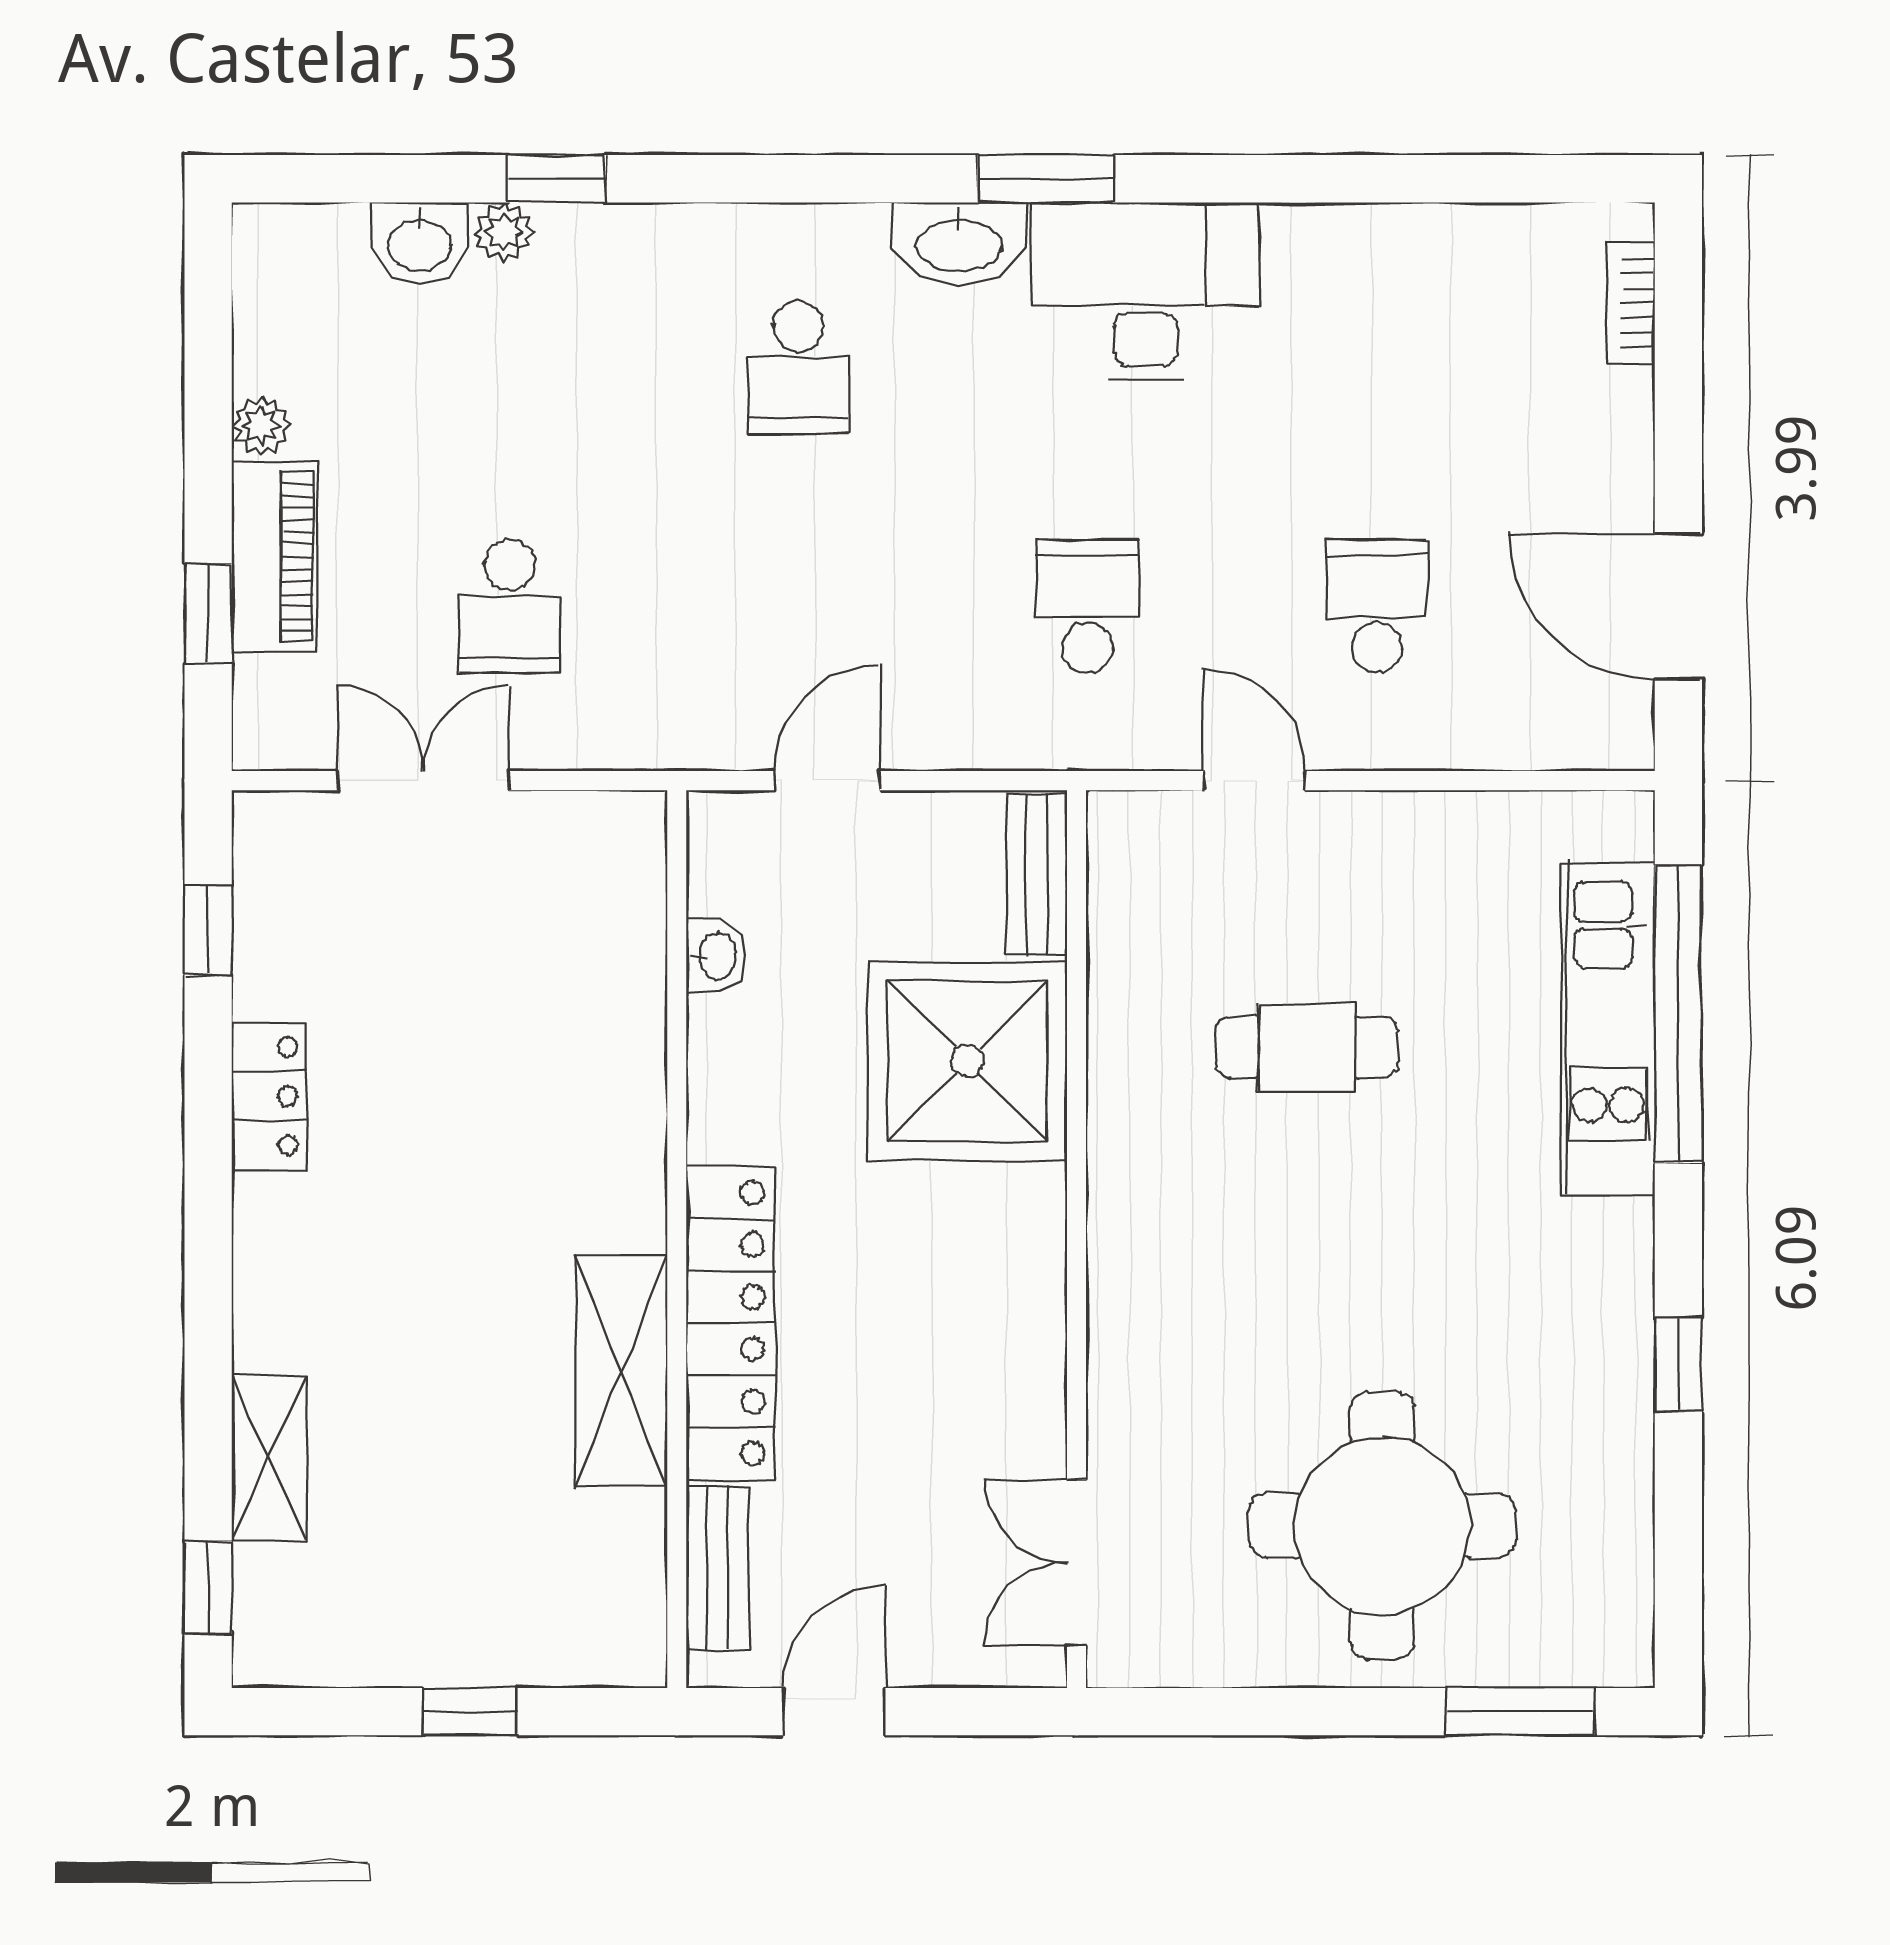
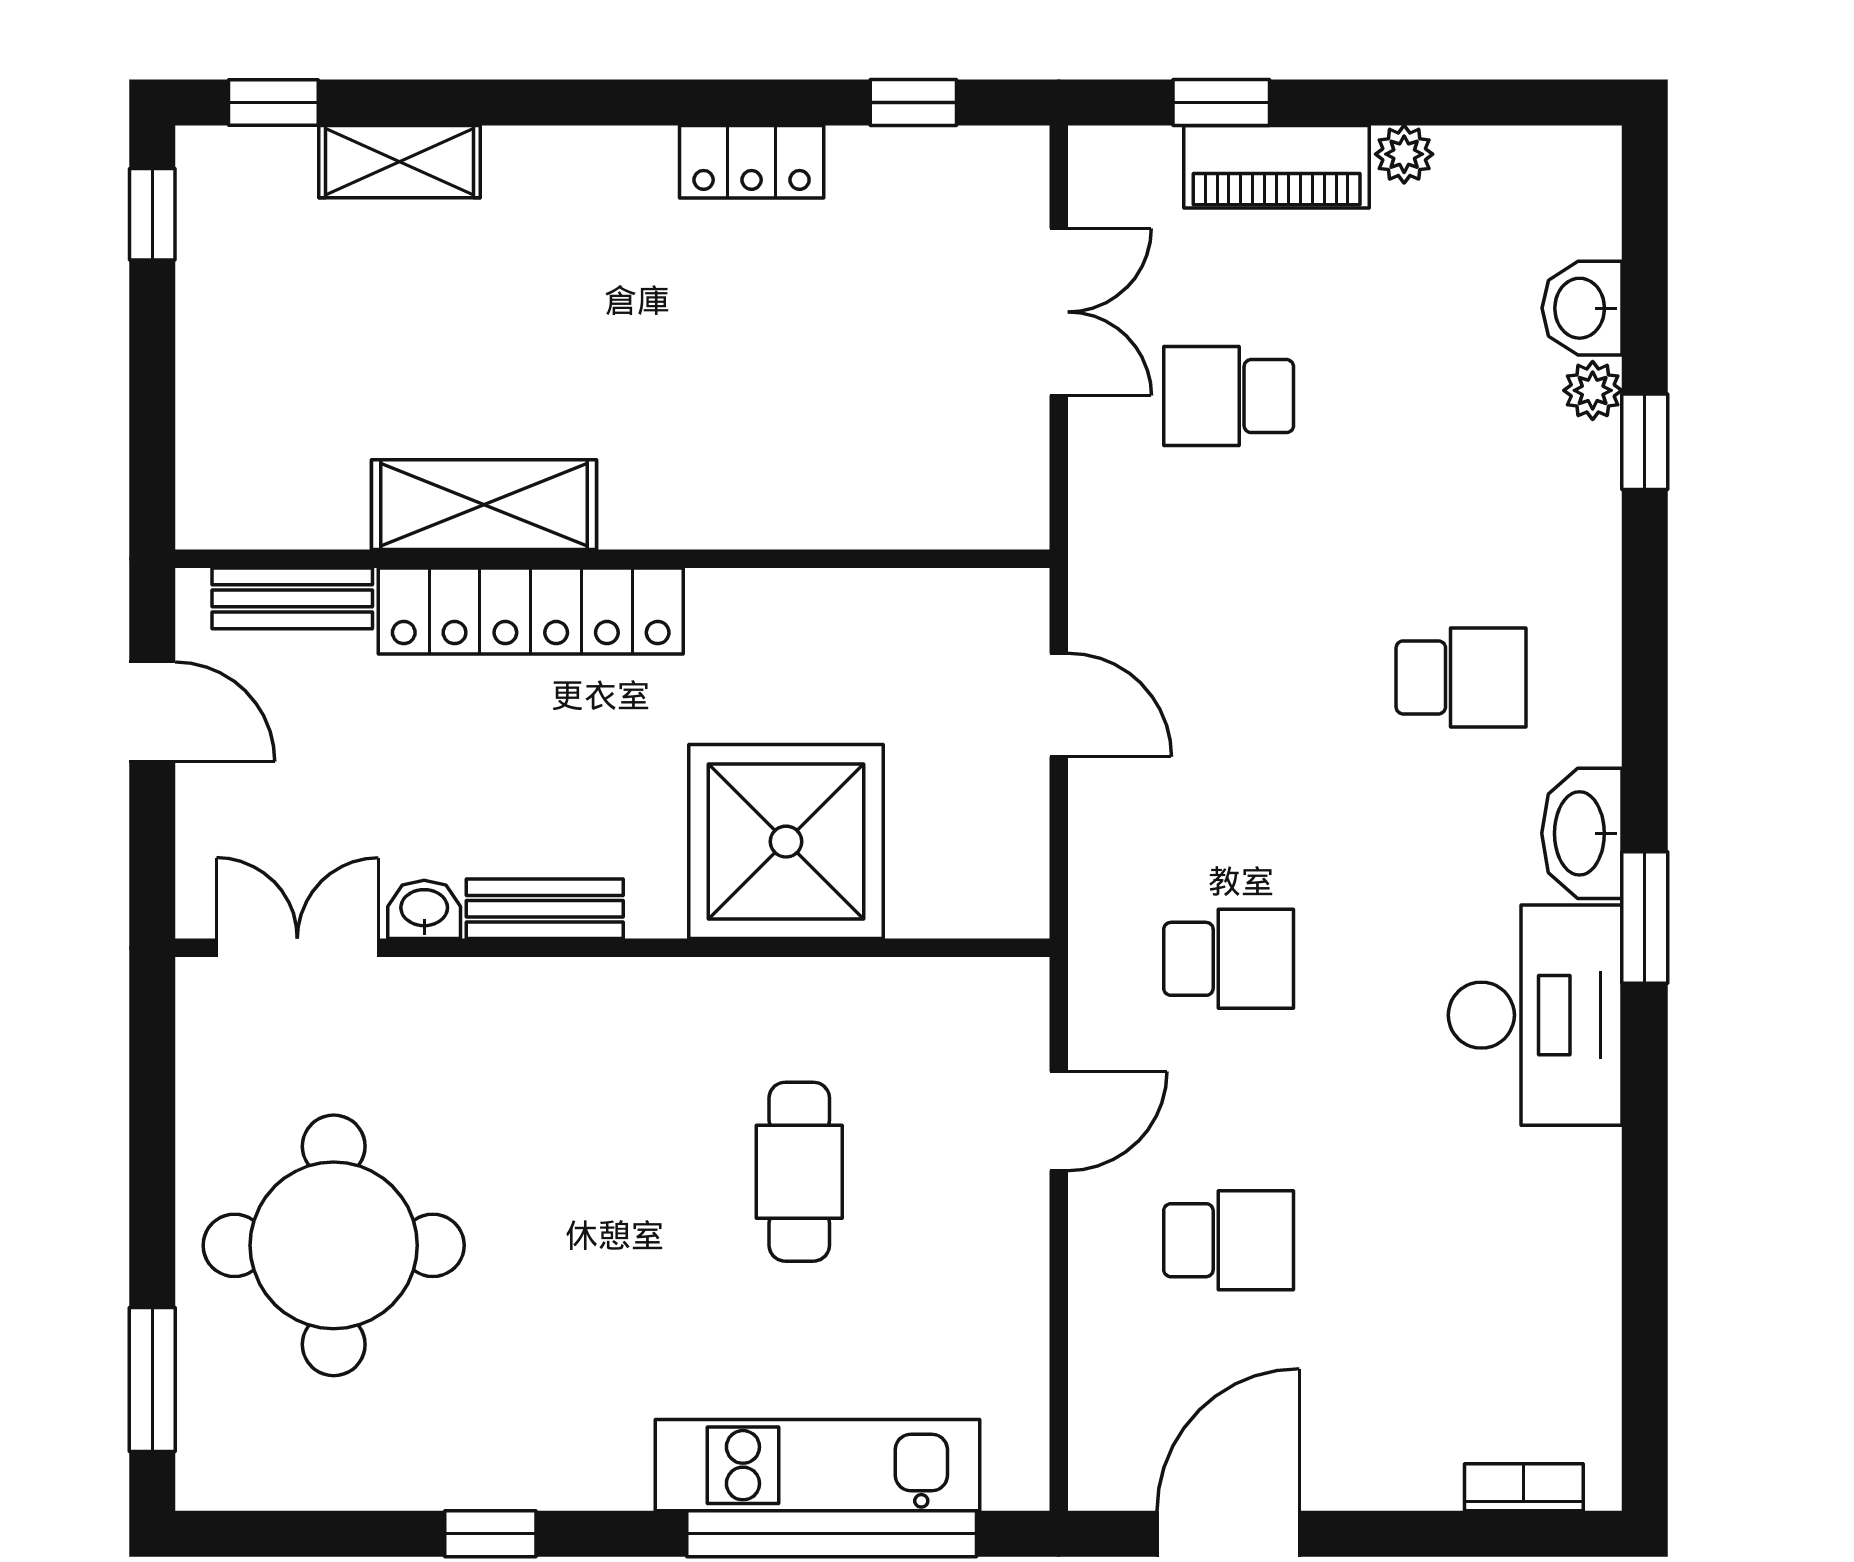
school desk: (799, 367) -> (1461, 677), turned 180
bench: (1036, 874) -> (545, 909), moved
washbasin: (716, 956) -> (424, 909), moved, turned 180
window: (471, 1712) -> (152, 214), moved

